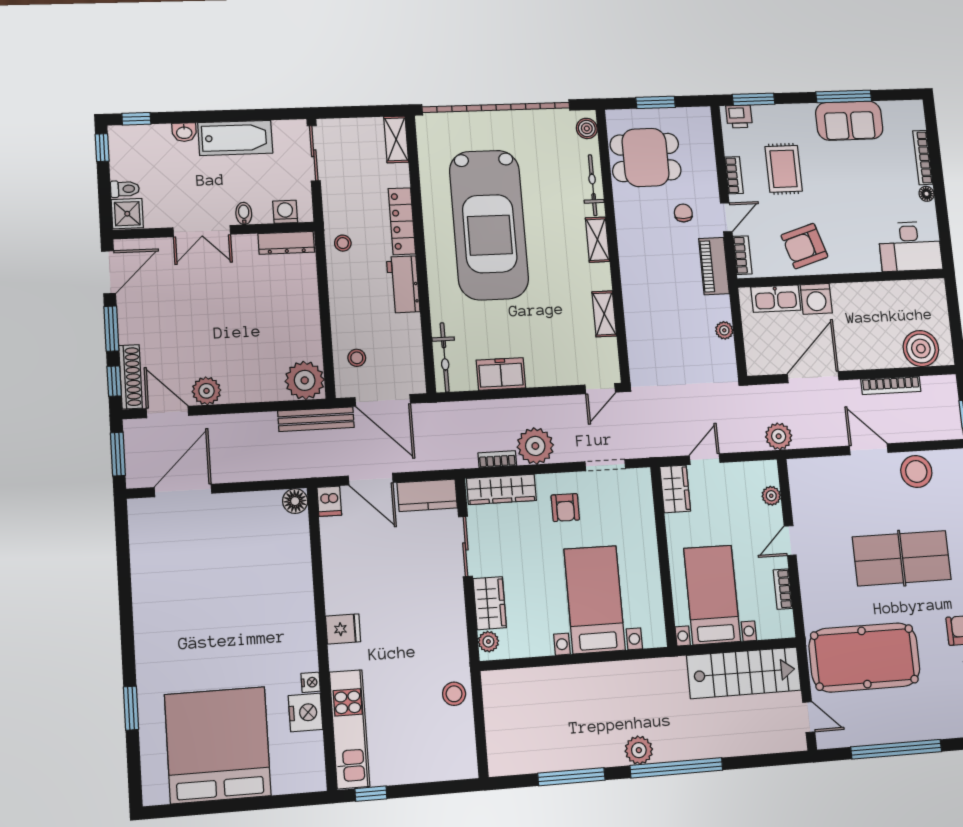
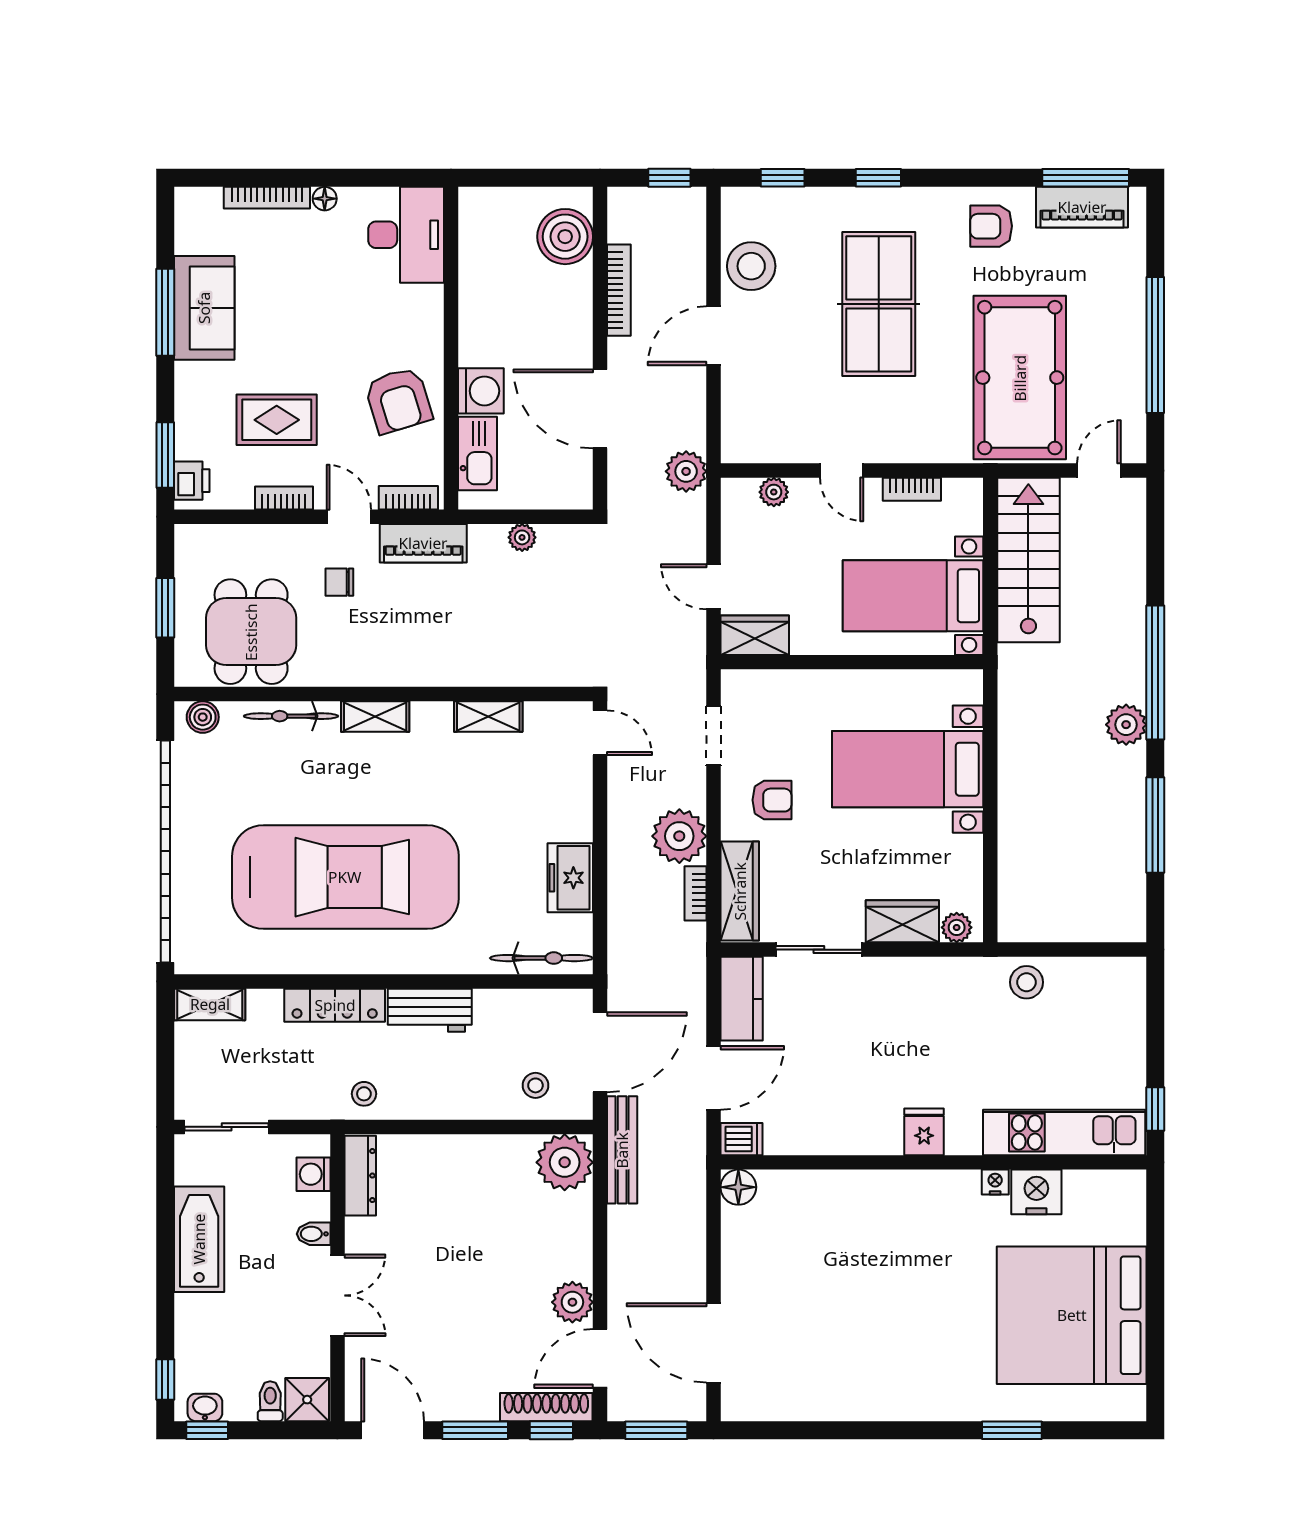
washbasin: (184, 132) -> (205, 1407), moved, turned -90

